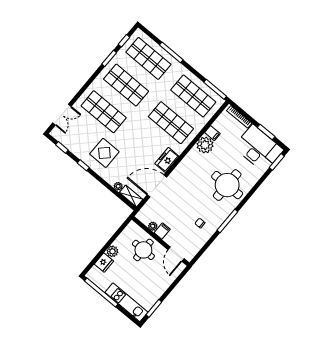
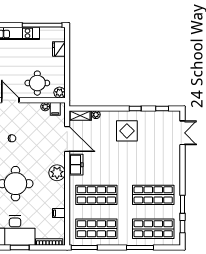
shop shelf: (104, 112) -> (153, 161), removed
double door: (62, 115) -> (182, 133), swing flipped
plant: (205, 145) -> (57, 173), moved
door: (157, 186) -> (67, 139), hinge flipped
filing cabinet: (162, 231) -> (55, 109), moved
plant: (112, 251) -> (60, 93), moved

